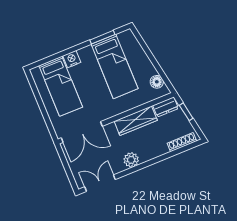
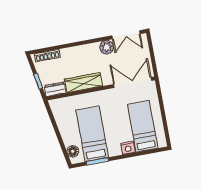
floor lamp: (157, 82) -> (73, 151), moved
plant: (131, 160) -> (107, 47), moved

